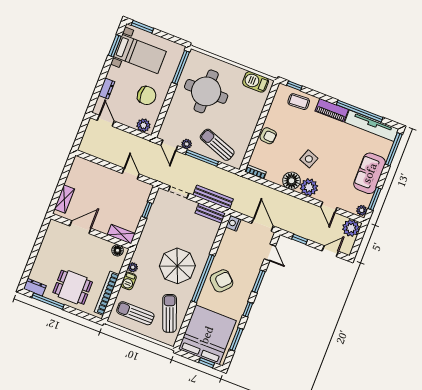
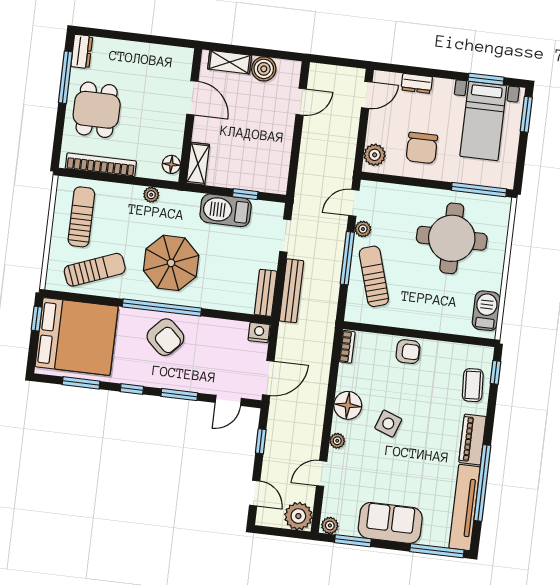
armchair: (268, 136) -> (408, 352), turned -95
sun lounger: (217, 145) -> (374, 276), turned -37
door: (131, 174) -> (301, 102), moved
boiler: (74, 179) -> (264, 69), added
plant: (309, 187) -> (337, 441), width x0.53, depth x0.53
barbecue: (129, 281) -> (226, 210), moved, width x1.88, depth x1.53
window: (207, 363) -> (37, 319), moved

